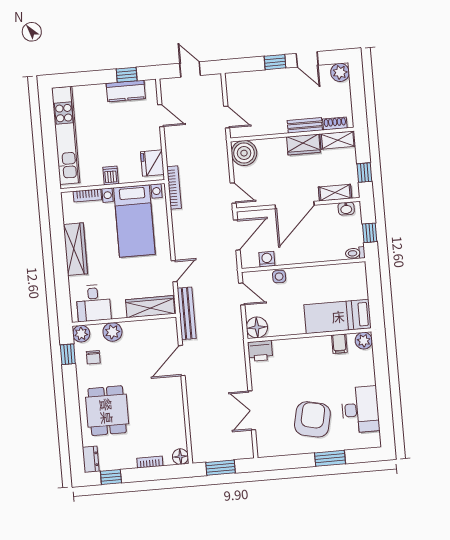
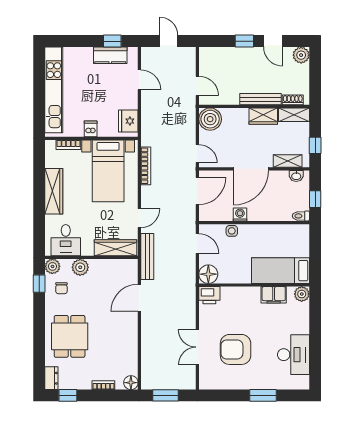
bench: (305, 125) -> (260, 99), width x1.36
bookcase: (174, 188) -> (146, 166), moved
washing machine: (267, 259) -> (240, 215), moved
filing cabinet: (339, 344) -> (274, 295), width x2.00
armchair: (312, 419) -> (236, 349), moved, turned -102

